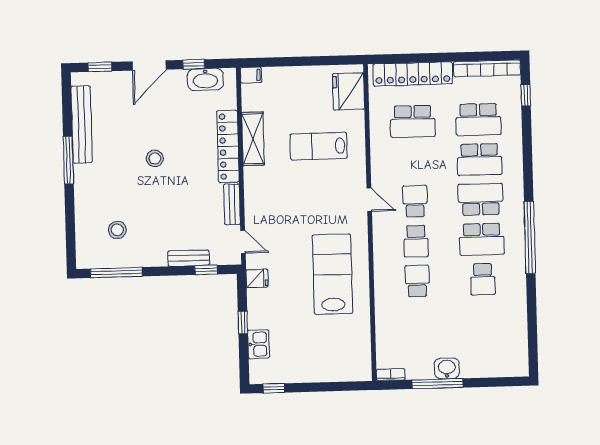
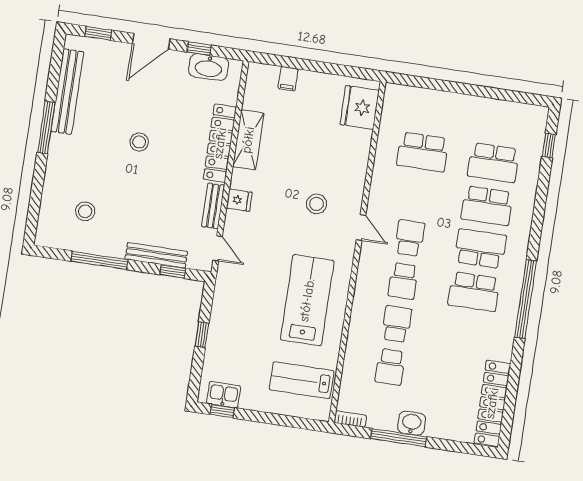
bookcase: (487, 68) -> (512, 109), removed
locker: (413, 74) -> (492, 403), moved, turned 90
filing cabinet: (251, 75) -> (288, 79), moved, turned 90
lab bench: (319, 146) -> (302, 380), moved
stool: (325, 186) -> (317, 204), added
bench: (189, 258) -> (156, 255), width x1.36
window: (116, 273) -> (99, 260), moved
fridge: (257, 278) -> (239, 200), moved
school desk: (483, 279) -> (390, 367), moved
kitchen sink: (259, 344) -> (224, 395), moved, turned -90

